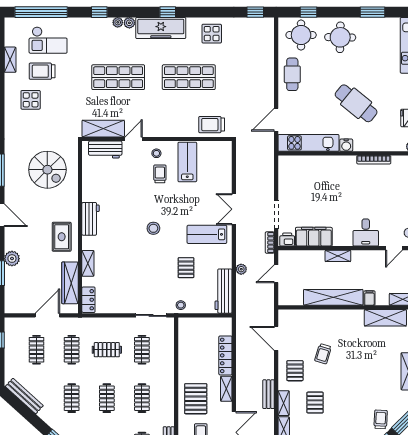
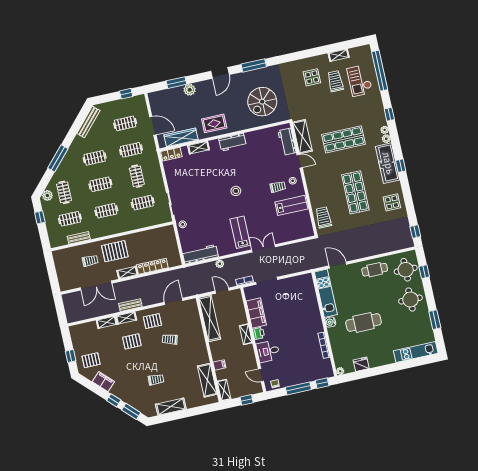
shop shelf: (118, 77) -> (344, 139), turned 90
cafe table: (356, 103) -> (364, 322), turned 51
printer: (287, 240) -> (258, 333), moved
pallet: (186, 268) -> (212, 222), removed
shelving: (333, 297) -> (210, 318), moved
trolley: (381, 419) -> (156, 380), moved

